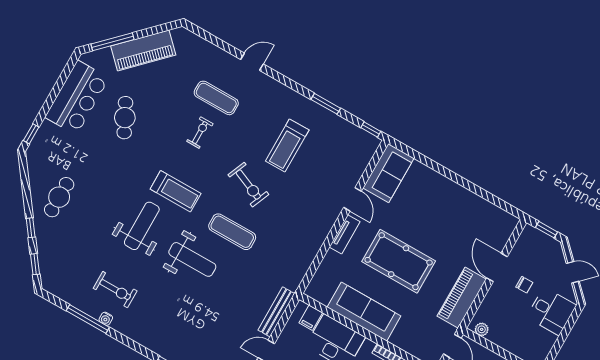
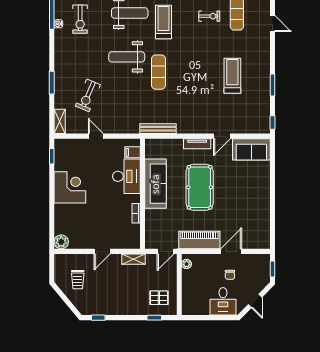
treadmill: (287, 145) -> (232, 76), turned 90
exercise bike: (248, 185) -> (88, 95), moved
treadmill: (176, 191) -> (164, 22), turned 180
weight bench: (192, 259) -> (127, 57), turned 90
bench: (276, 312) -> (158, 129), moved

